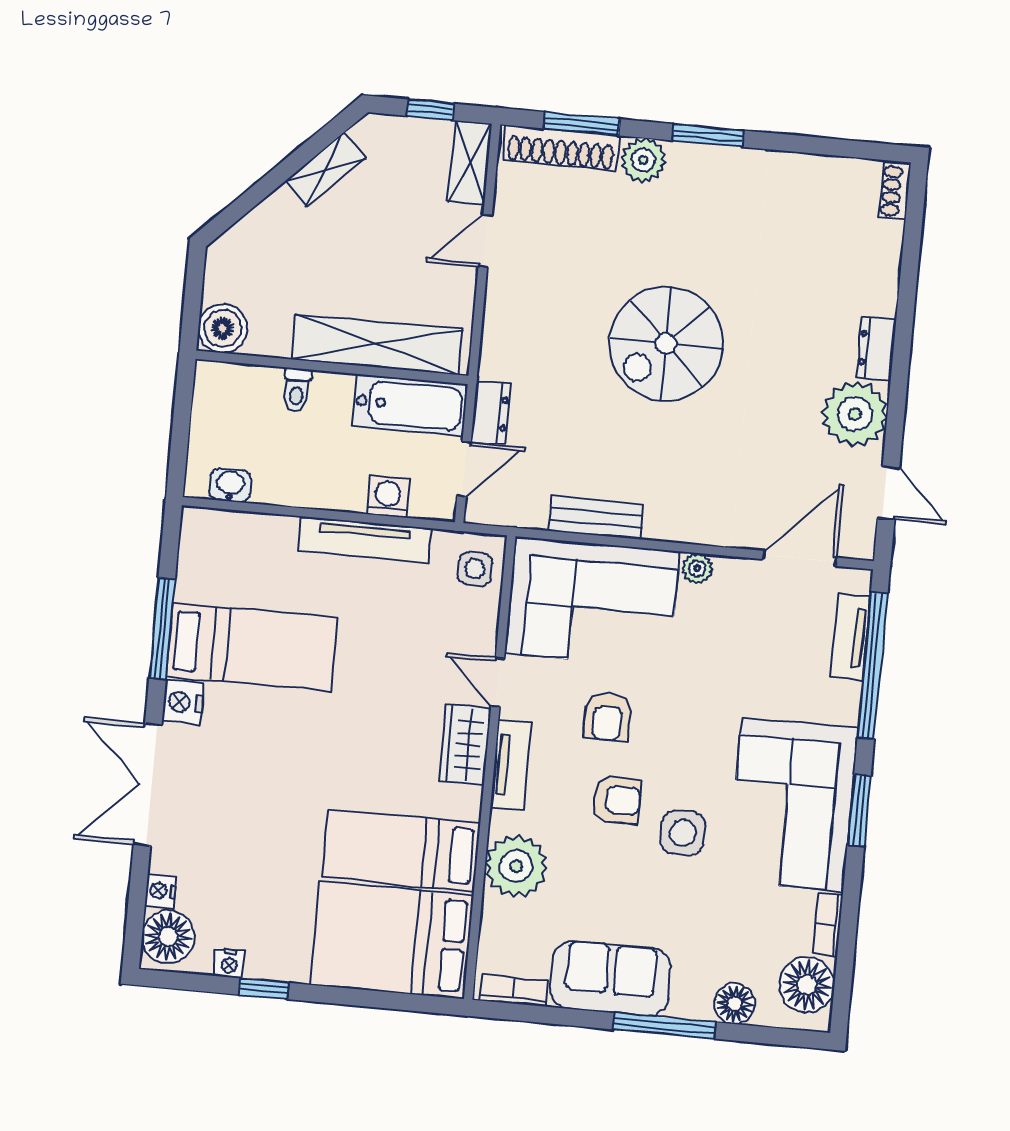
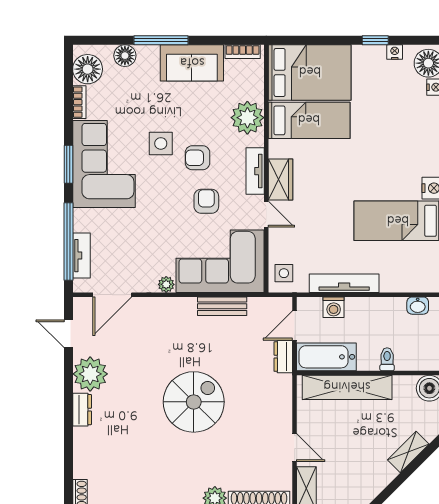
shelving: (325, 170) -> (408, 452), moved
door: (485, 241) -> (295, 448), hinge flipped

